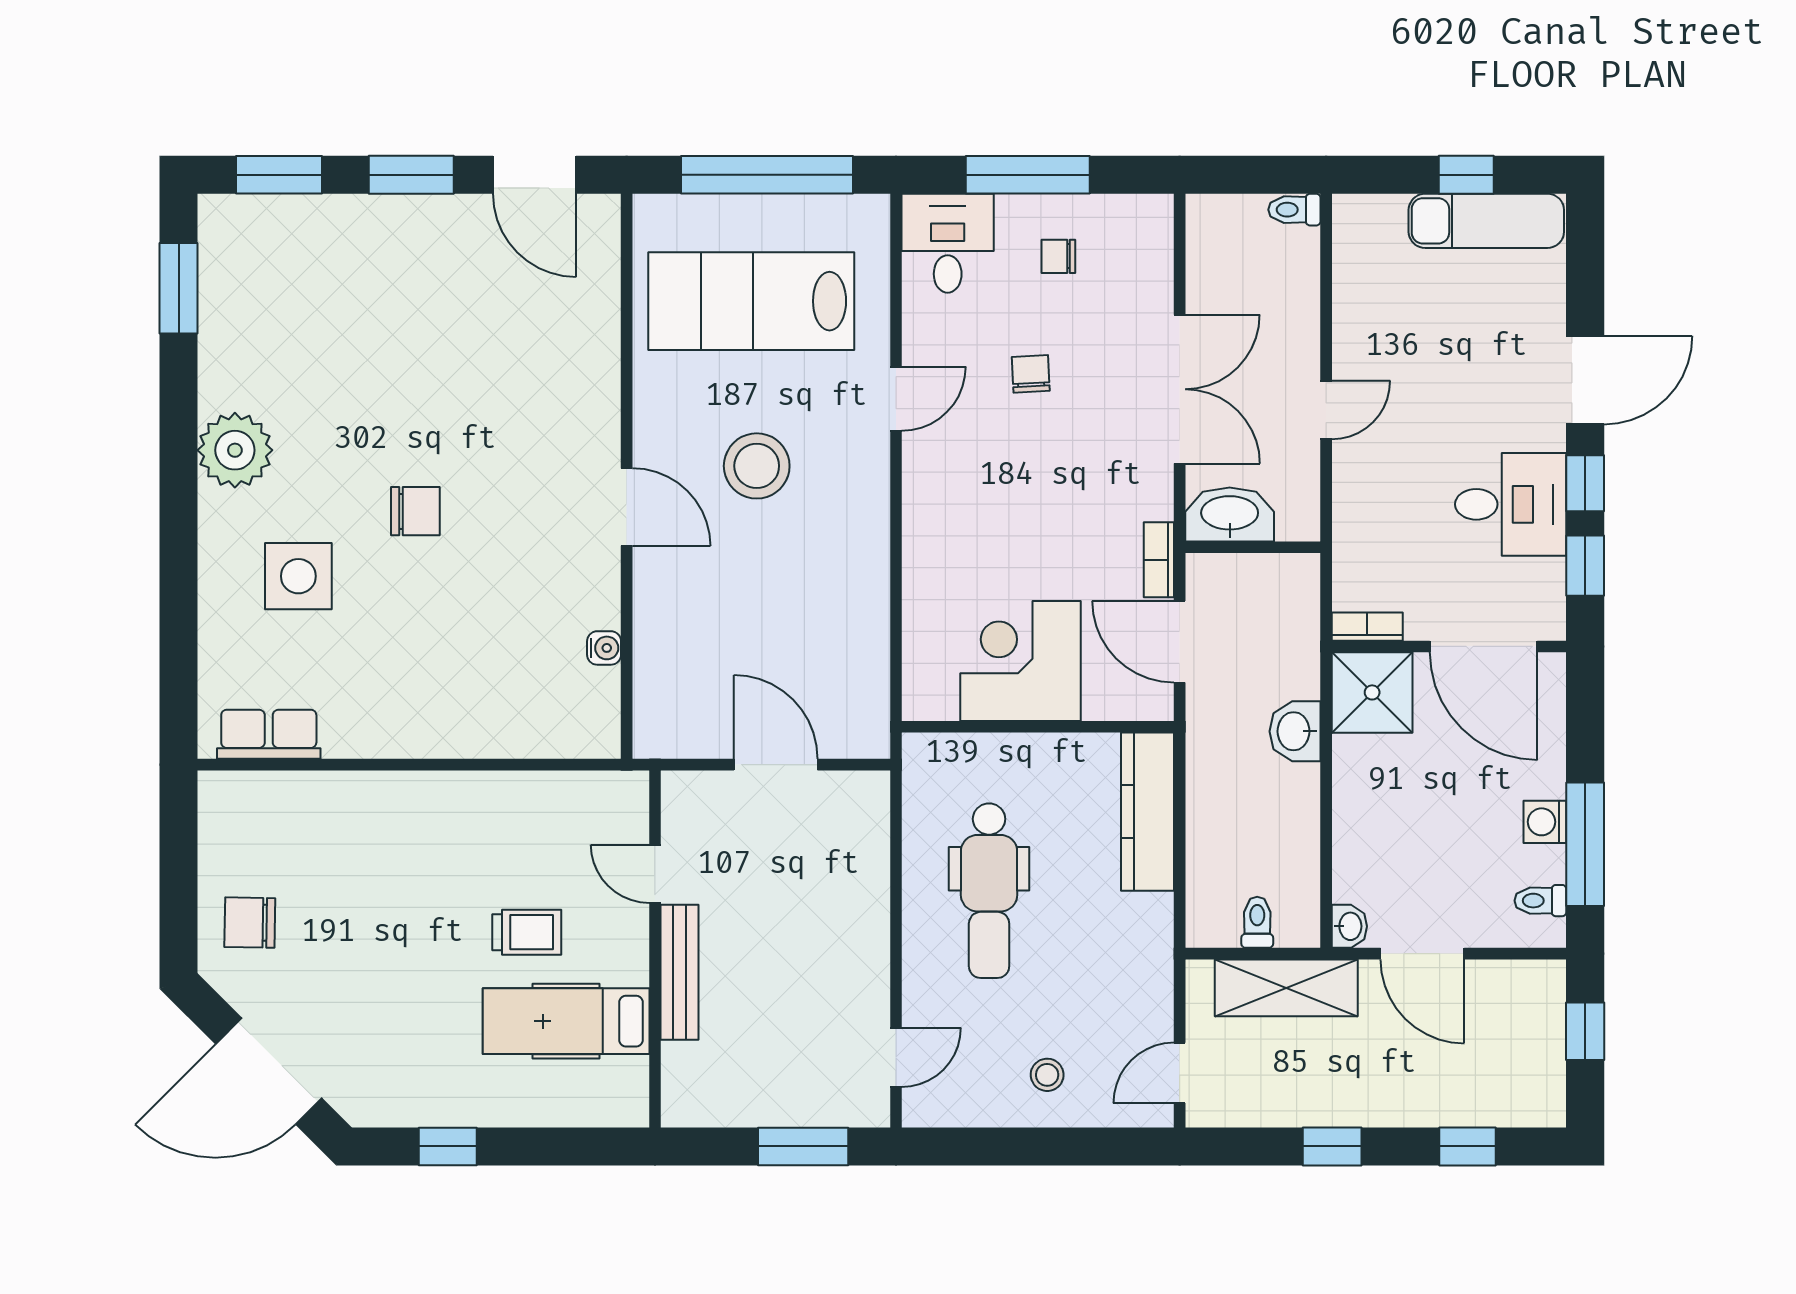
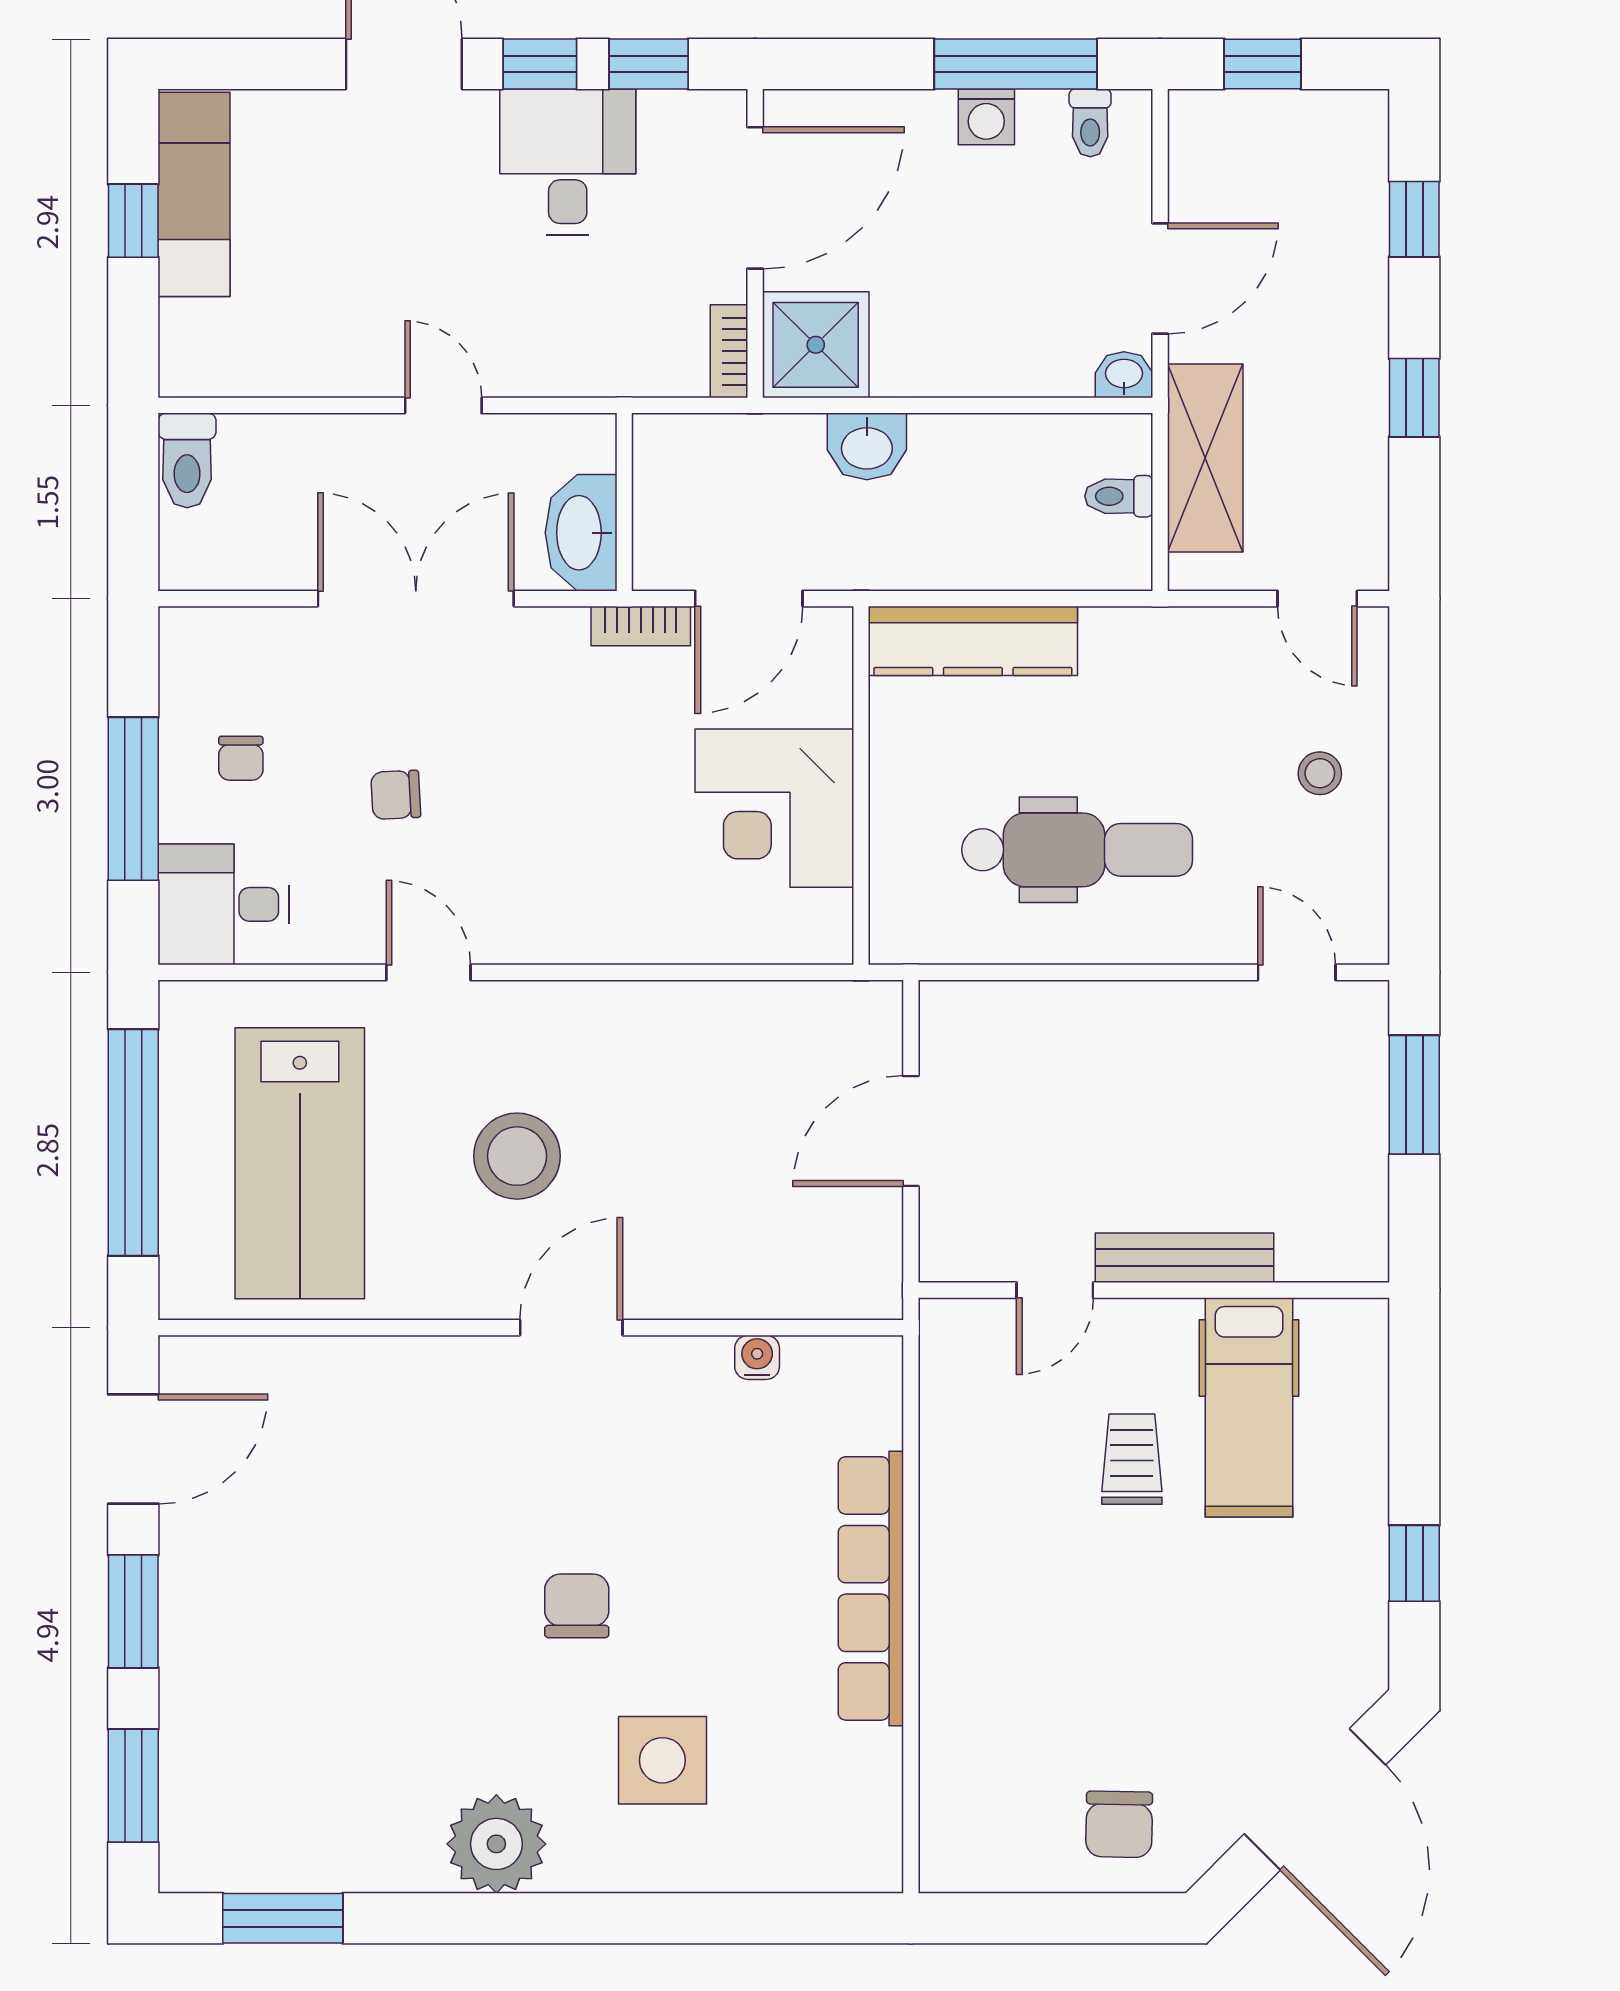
toilet: (1294, 210) -> (187, 460), width x1.37, depth x1.39
row of seats: (269, 734) -> (871, 1588), moved, width x2.02

